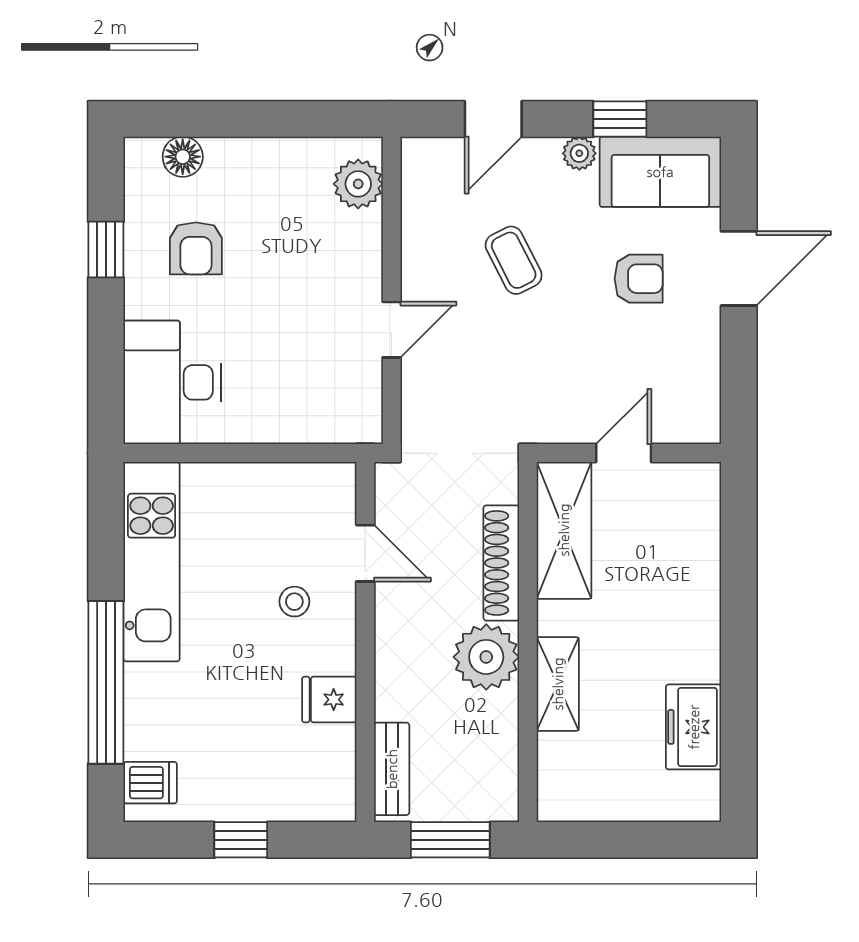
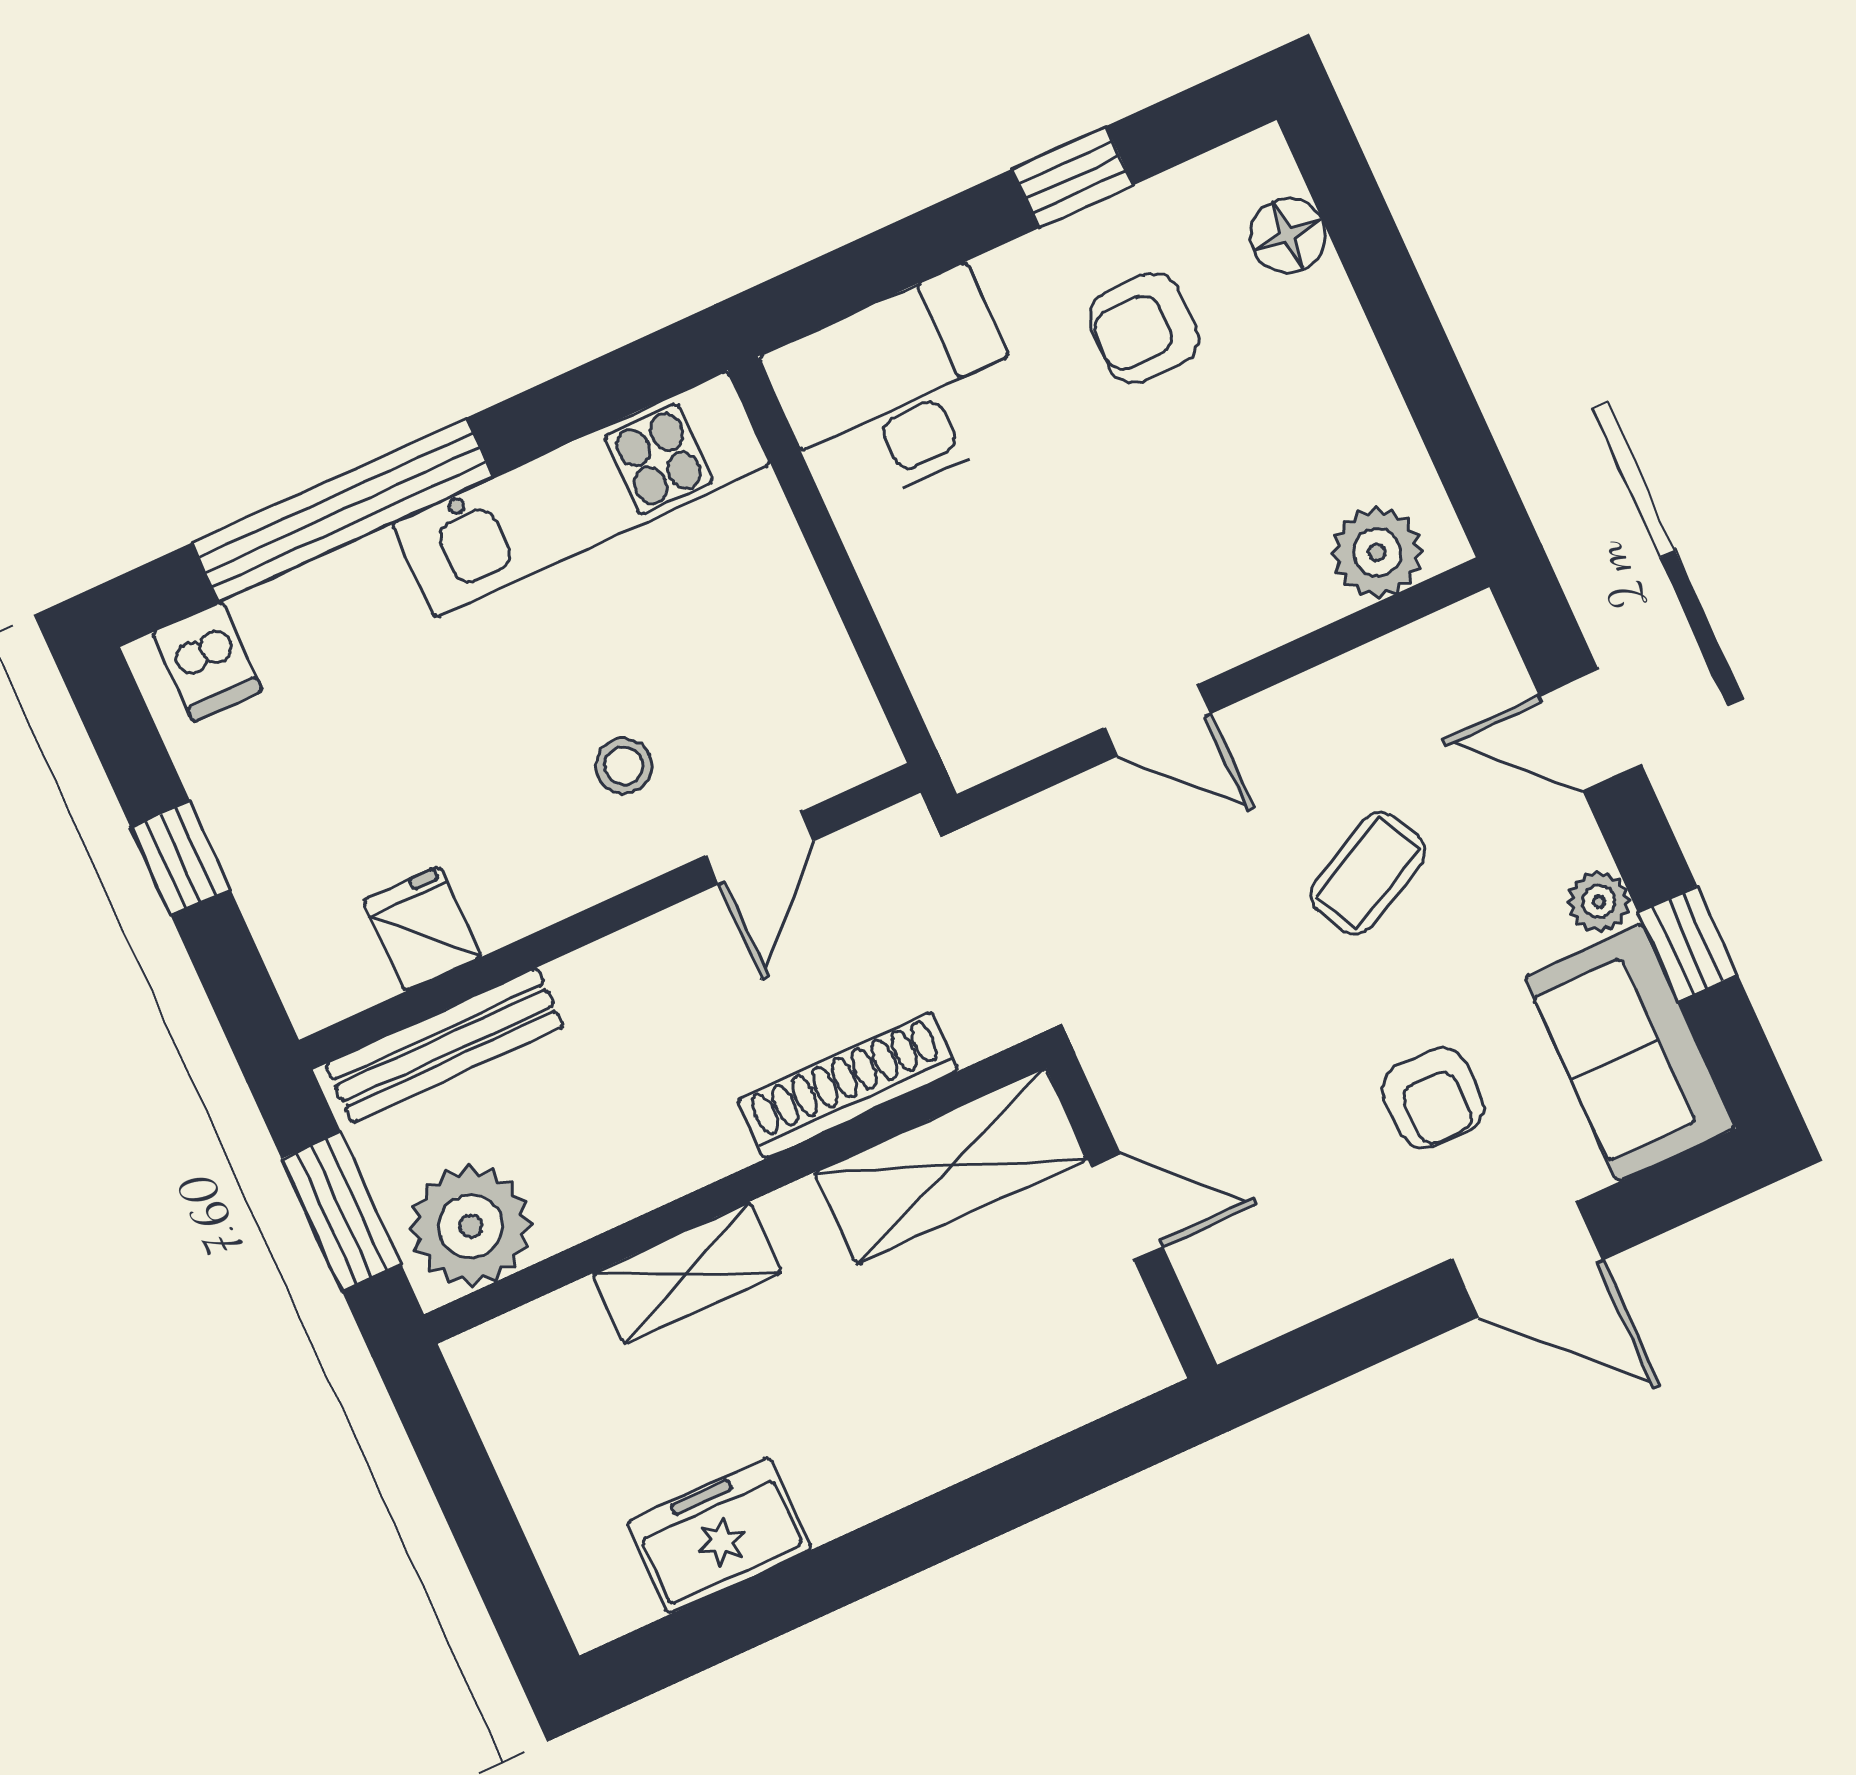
plant: (486, 657) -> (471, 1226), moved
fridge: (329, 700) -> (422, 929), moved
bench: (392, 769) -> (444, 1045), width x1.36

